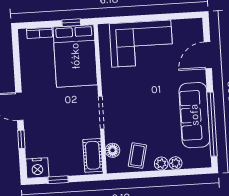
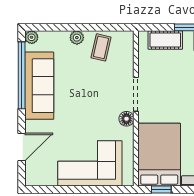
floor lamp: (113, 150) -> (126, 119), moved
cot: (93, 155) -> (165, 40), moved, turned 90
plant: (175, 163) -> (32, 37), moved

